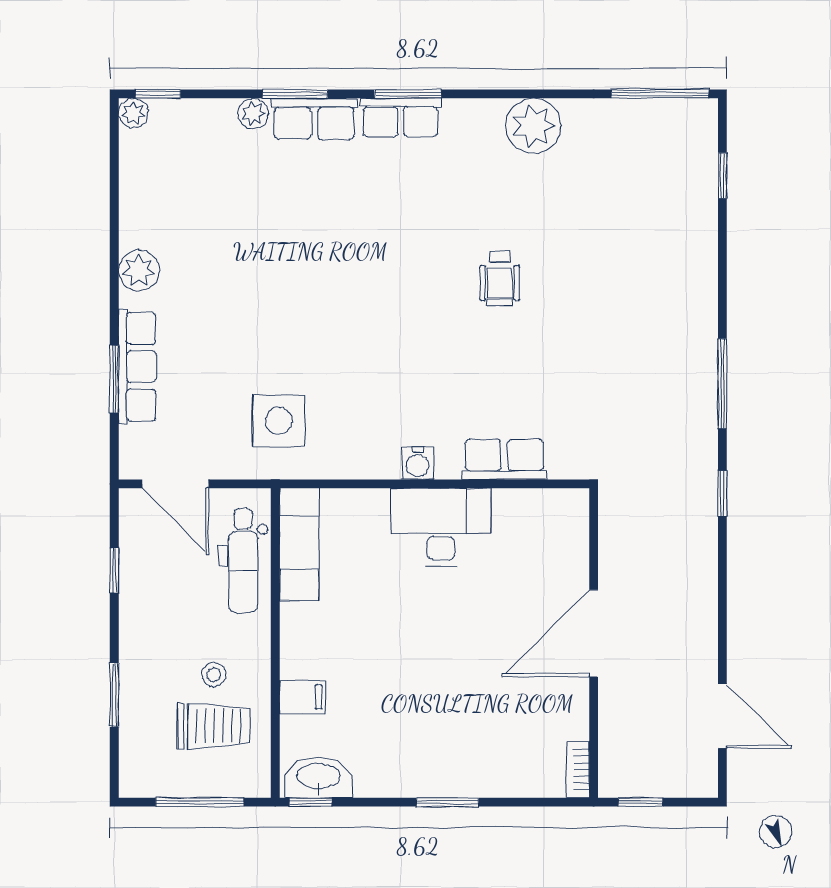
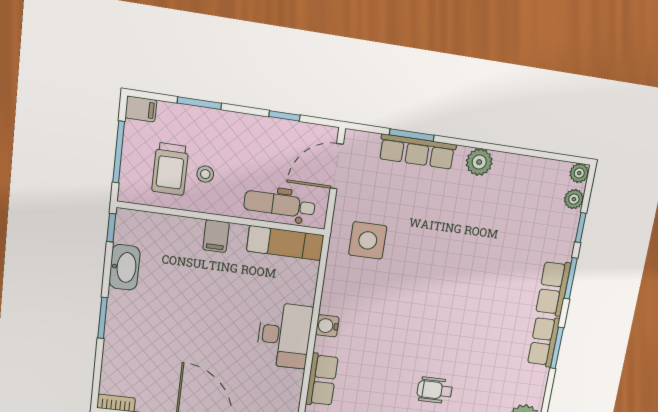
window: (158, 94) -> (581, 228), moved
plant: (253, 113) -> (574, 199), moved
filing cabinet: (302, 697) -> (216, 236), moved
filing cabinet: (134, 777) -> (141, 109), added
washbasin: (318, 777) -> (124, 267), moved

